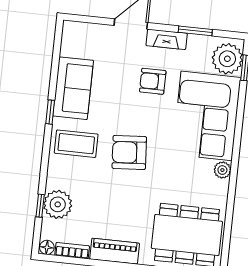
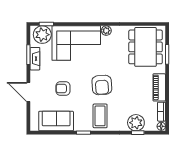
fireplace: (167, 39) -> (35, 59), moved
armchair: (153, 81) -> (63, 89), moved, turned 90
sofa: (73, 88) -> (56, 121), moved

